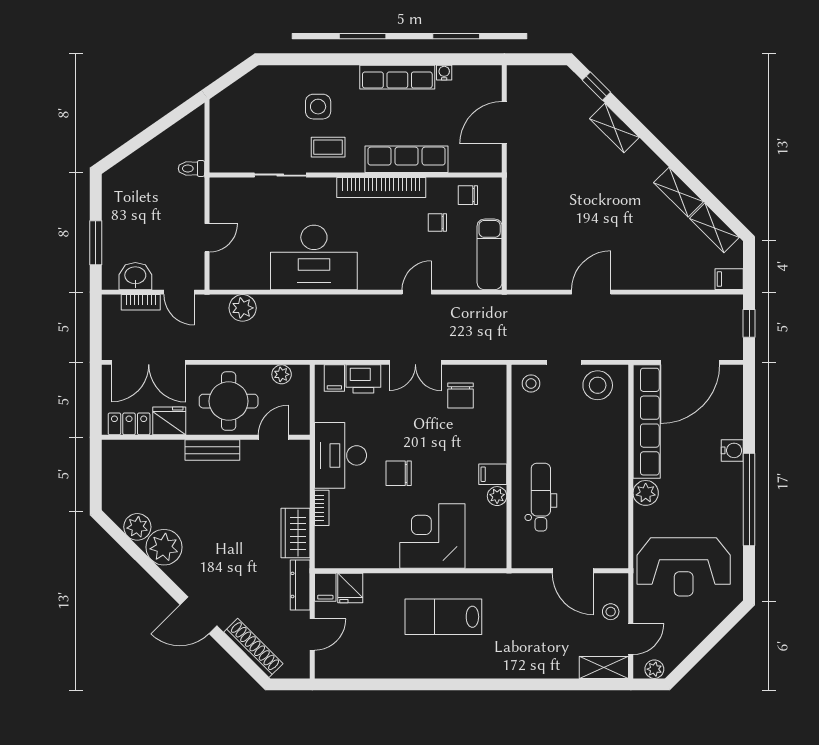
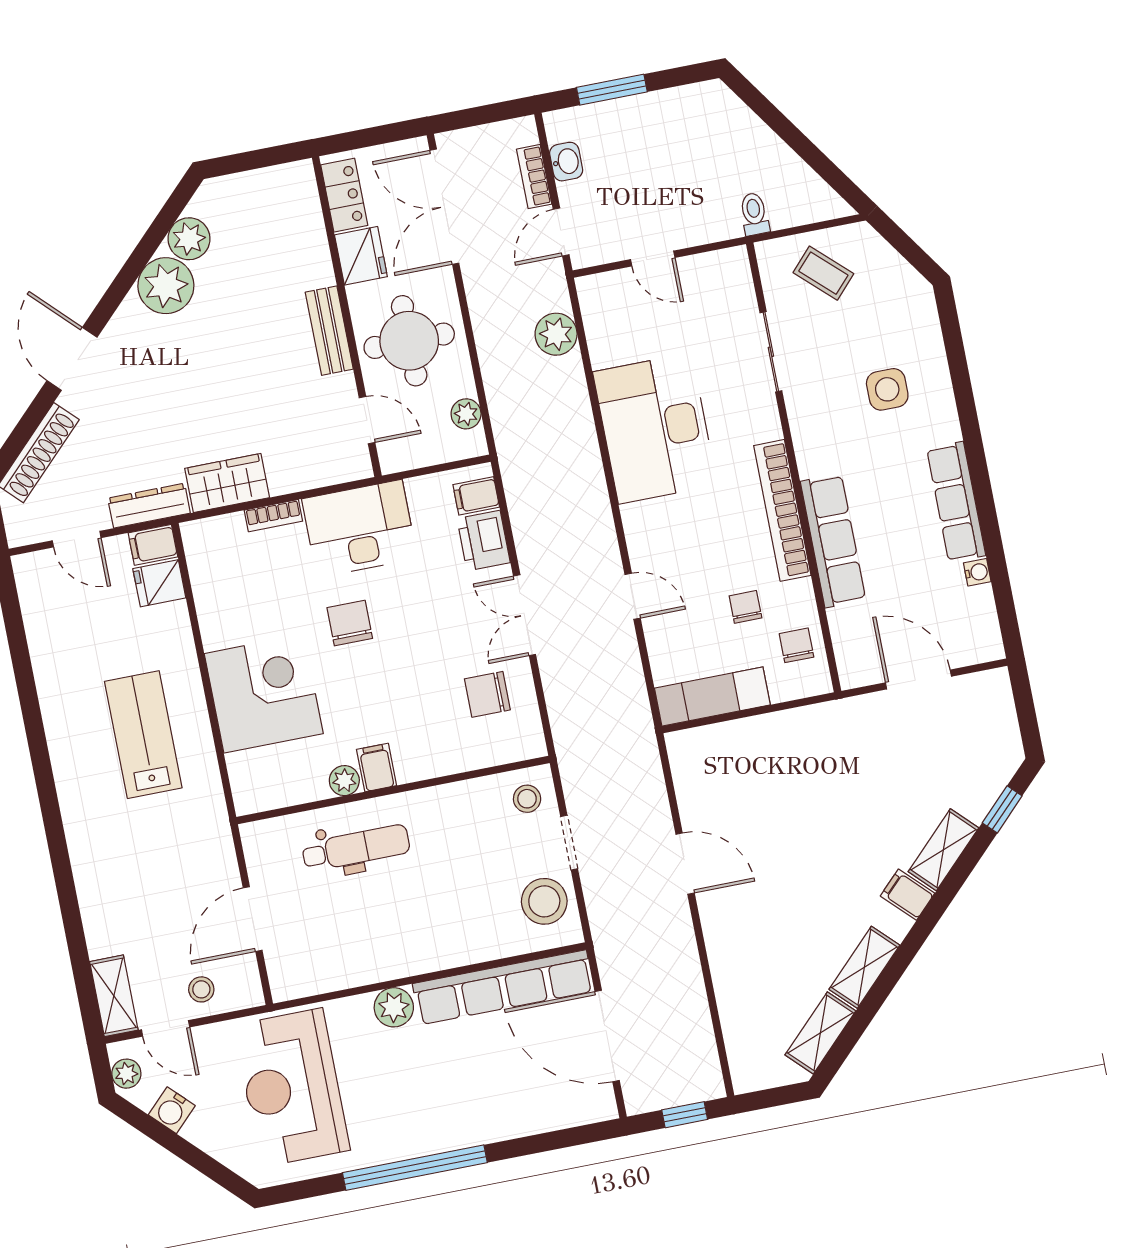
coffee table: (328, 147) -> (823, 273), moved, turned -47
washbasin: (135, 276) -> (566, 162), width x0.72, depth x0.69
filing cabinet: (729, 279) -> (907, 895), moved, turned -45
water cooler: (732, 450) -> (172, 1110), moved, turned 45

